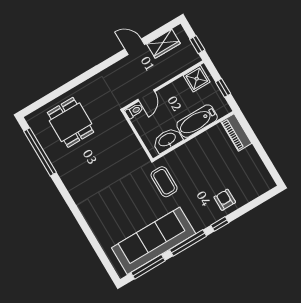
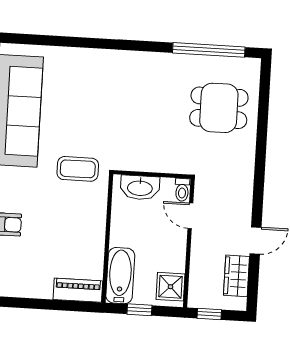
bathtub: (197, 121) -> (120, 276), moved
washbasin: (167, 140) -> (140, 188), moved, turned 90

